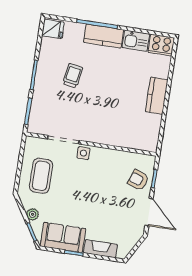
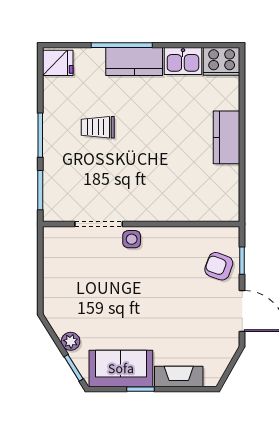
trolley: (73, 76) -> (98, 127), turned -99
coffee table: (41, 176) -> (74, 282), removed

